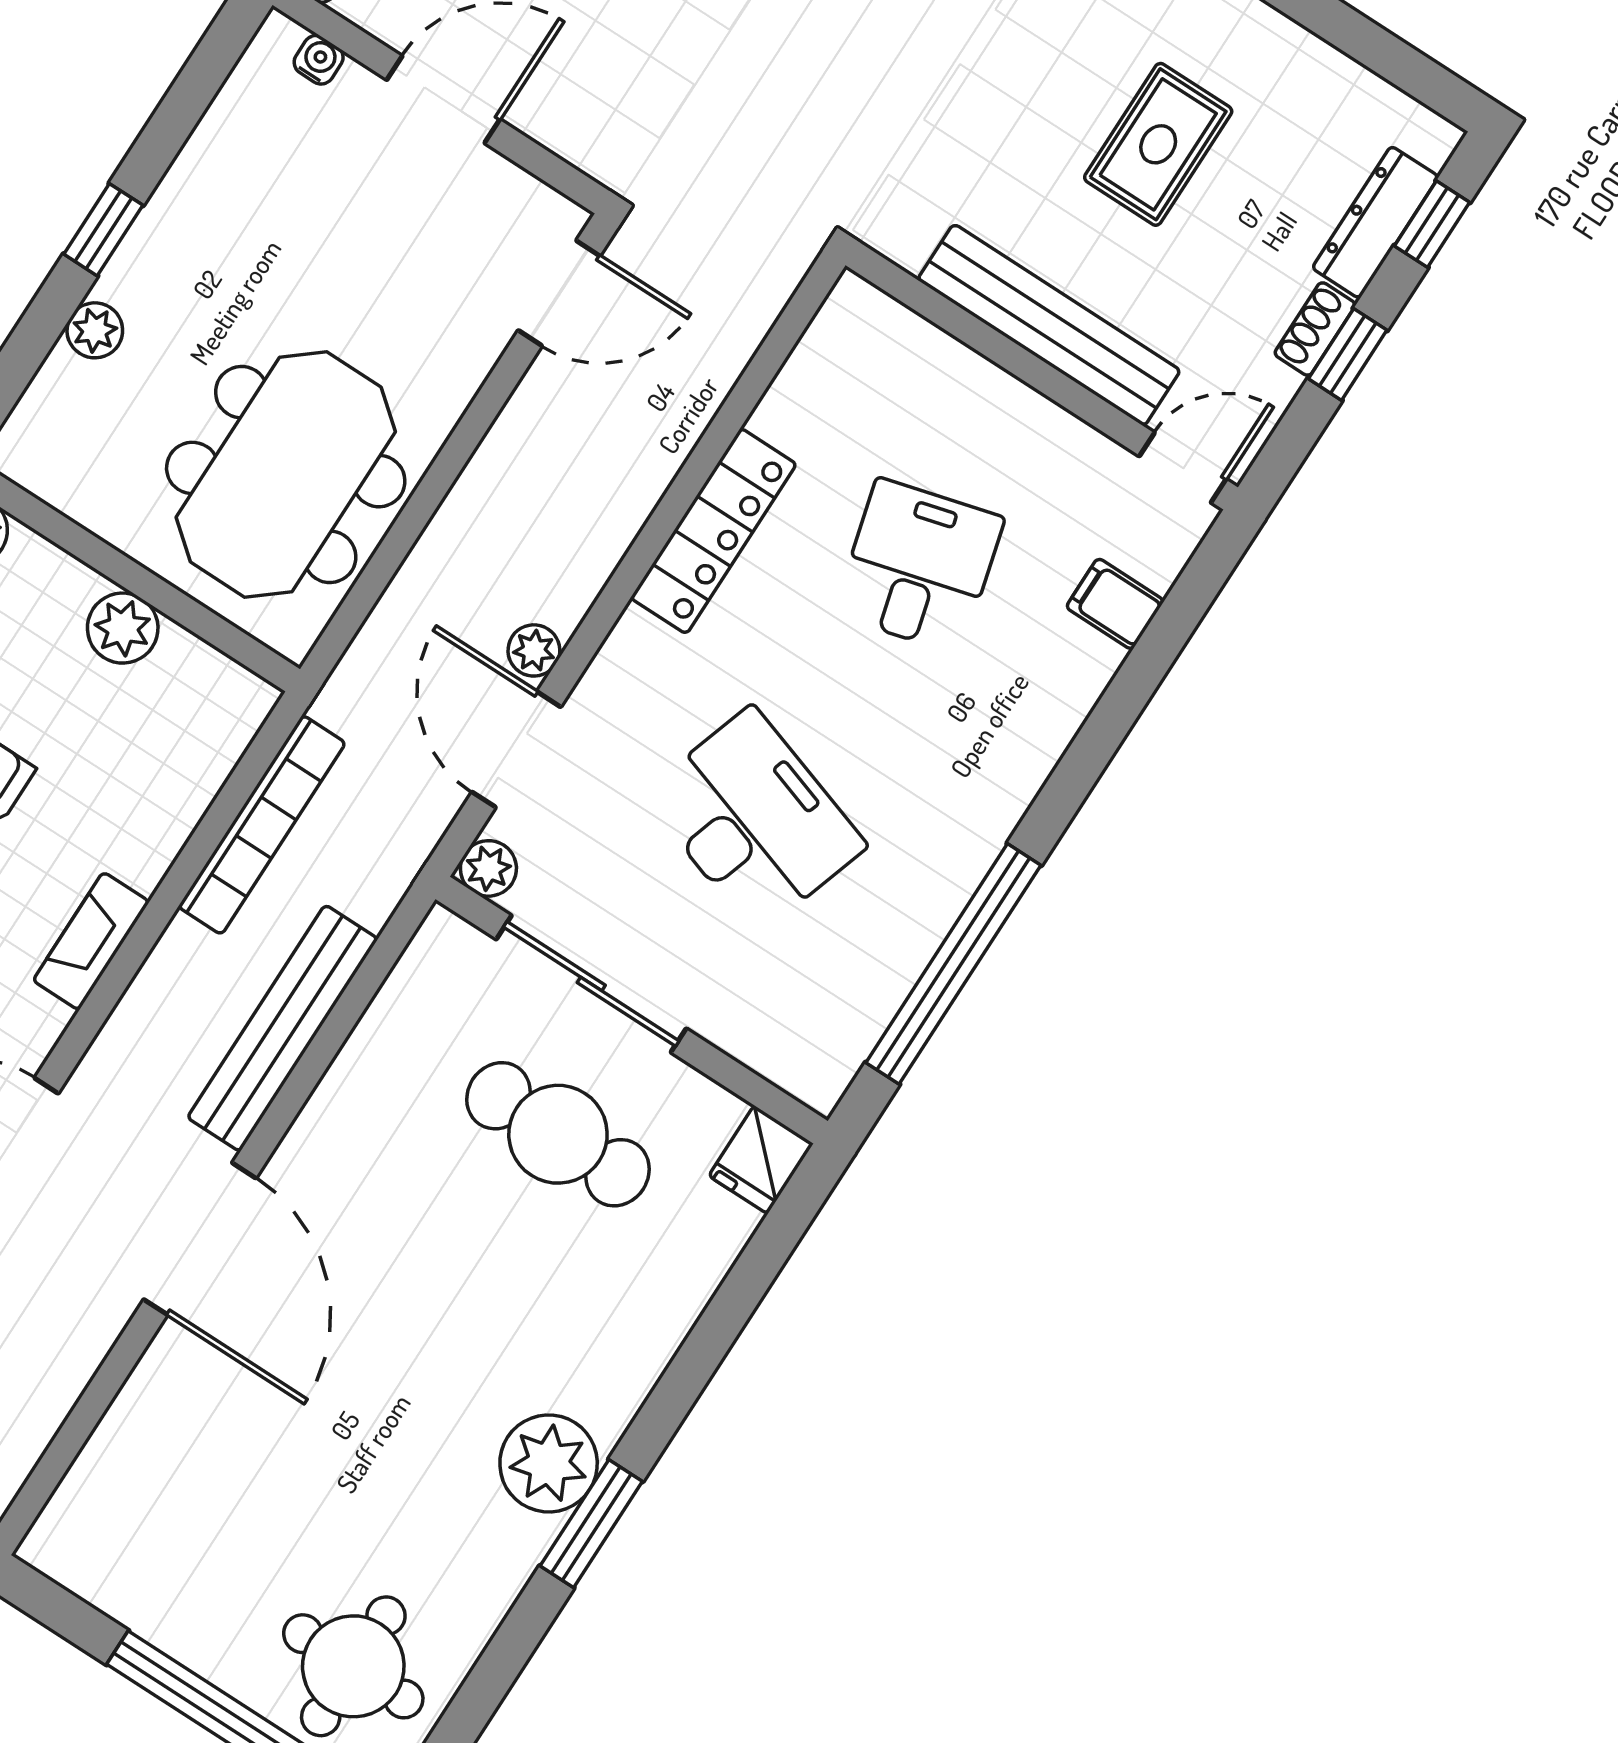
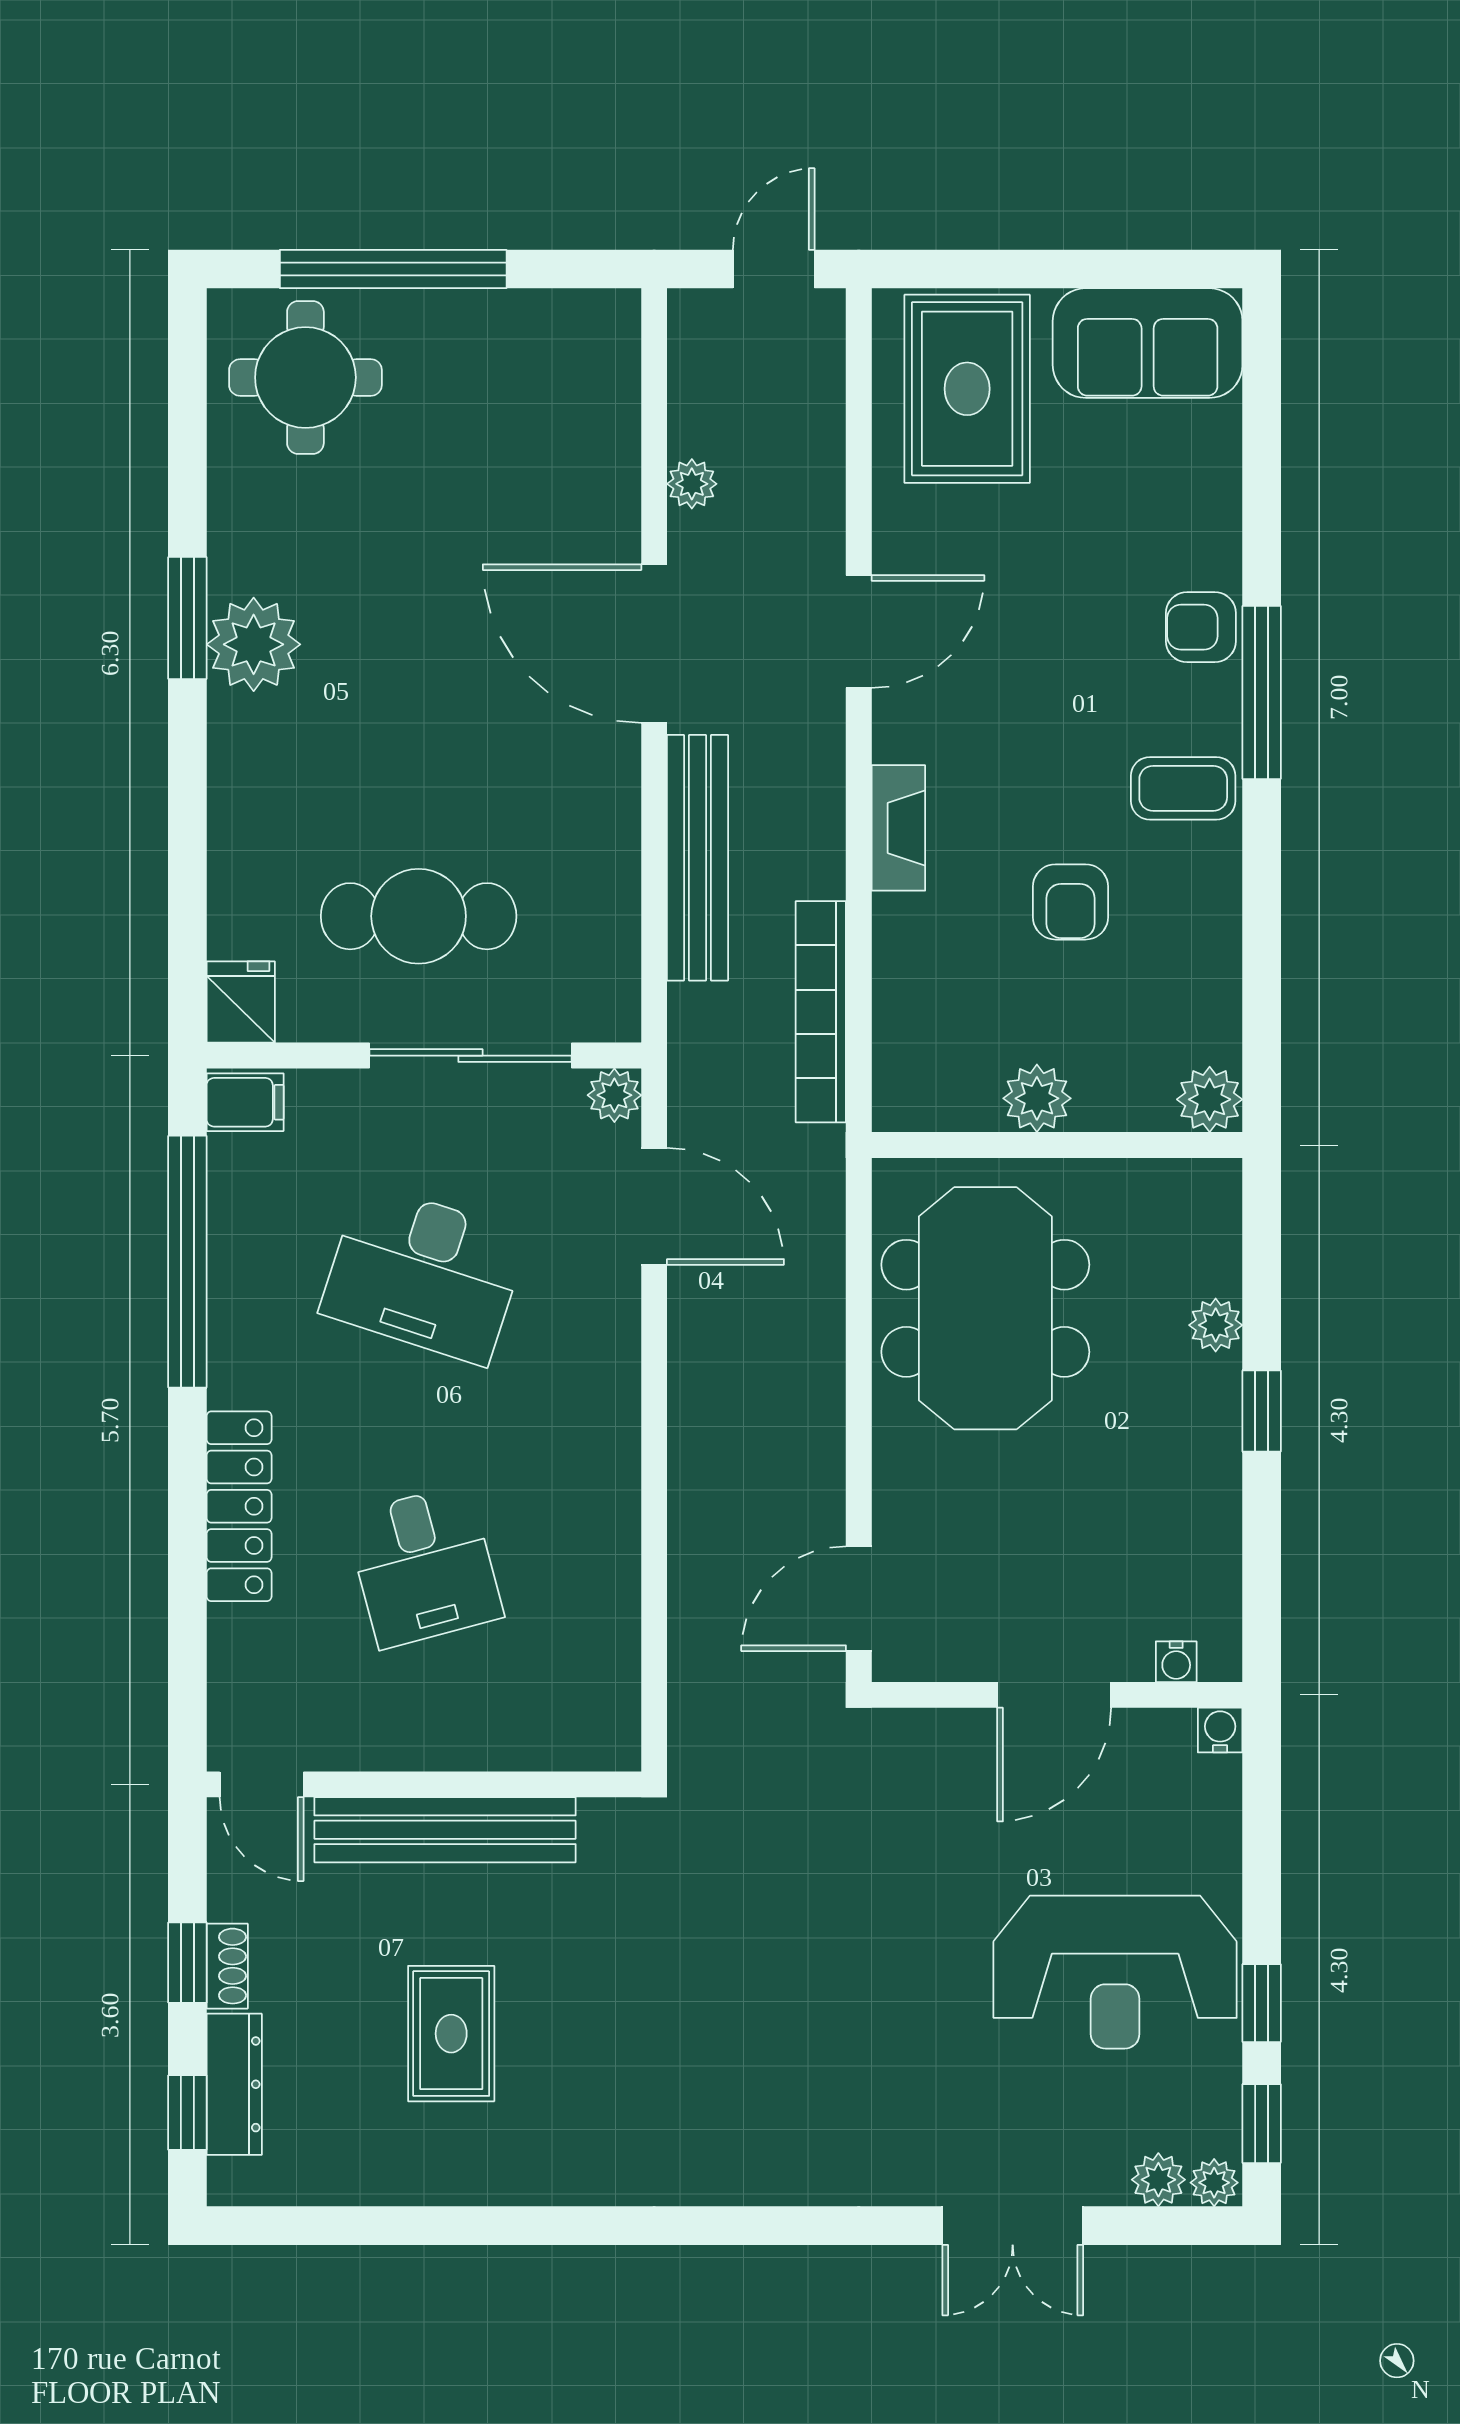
door: (1183, 468) -> (262, 1784), hinge flipped
locker: (713, 531) -> (239, 1506), moved, turned 180
filing cabinet: (1115, 604) -> (245, 1102), moved
plant: (534, 650) -> (692, 484), moved

